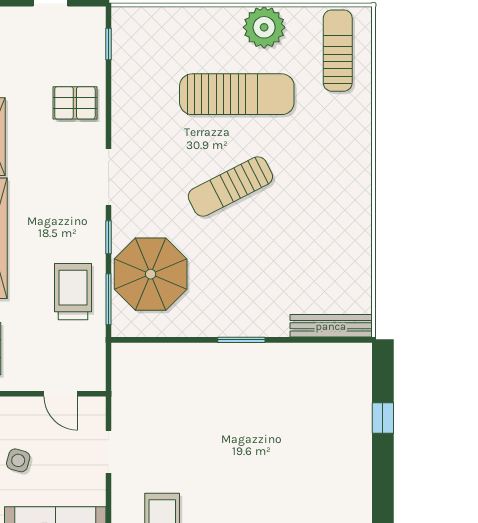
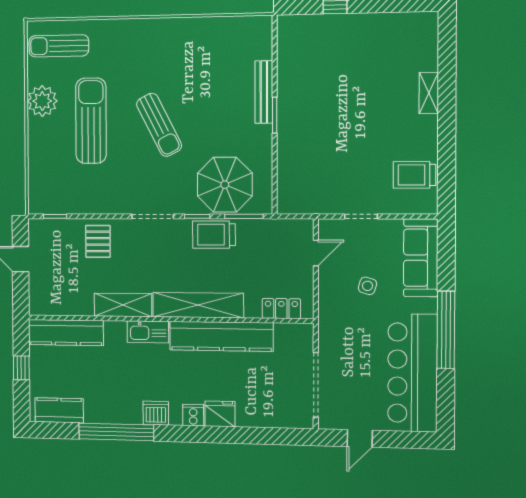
trolley: (73, 292) -> (214, 235), moved
bench: (331, 326) -> (264, 92), moved

